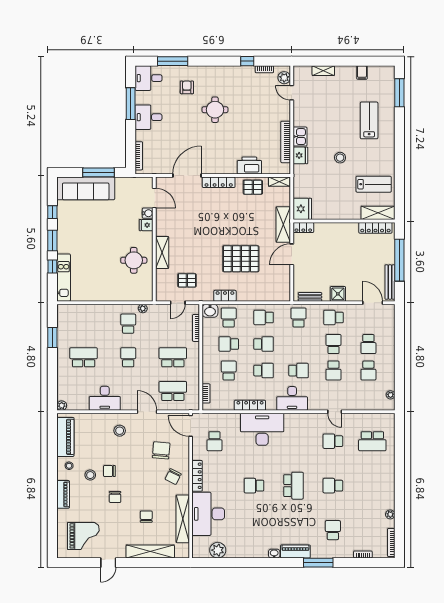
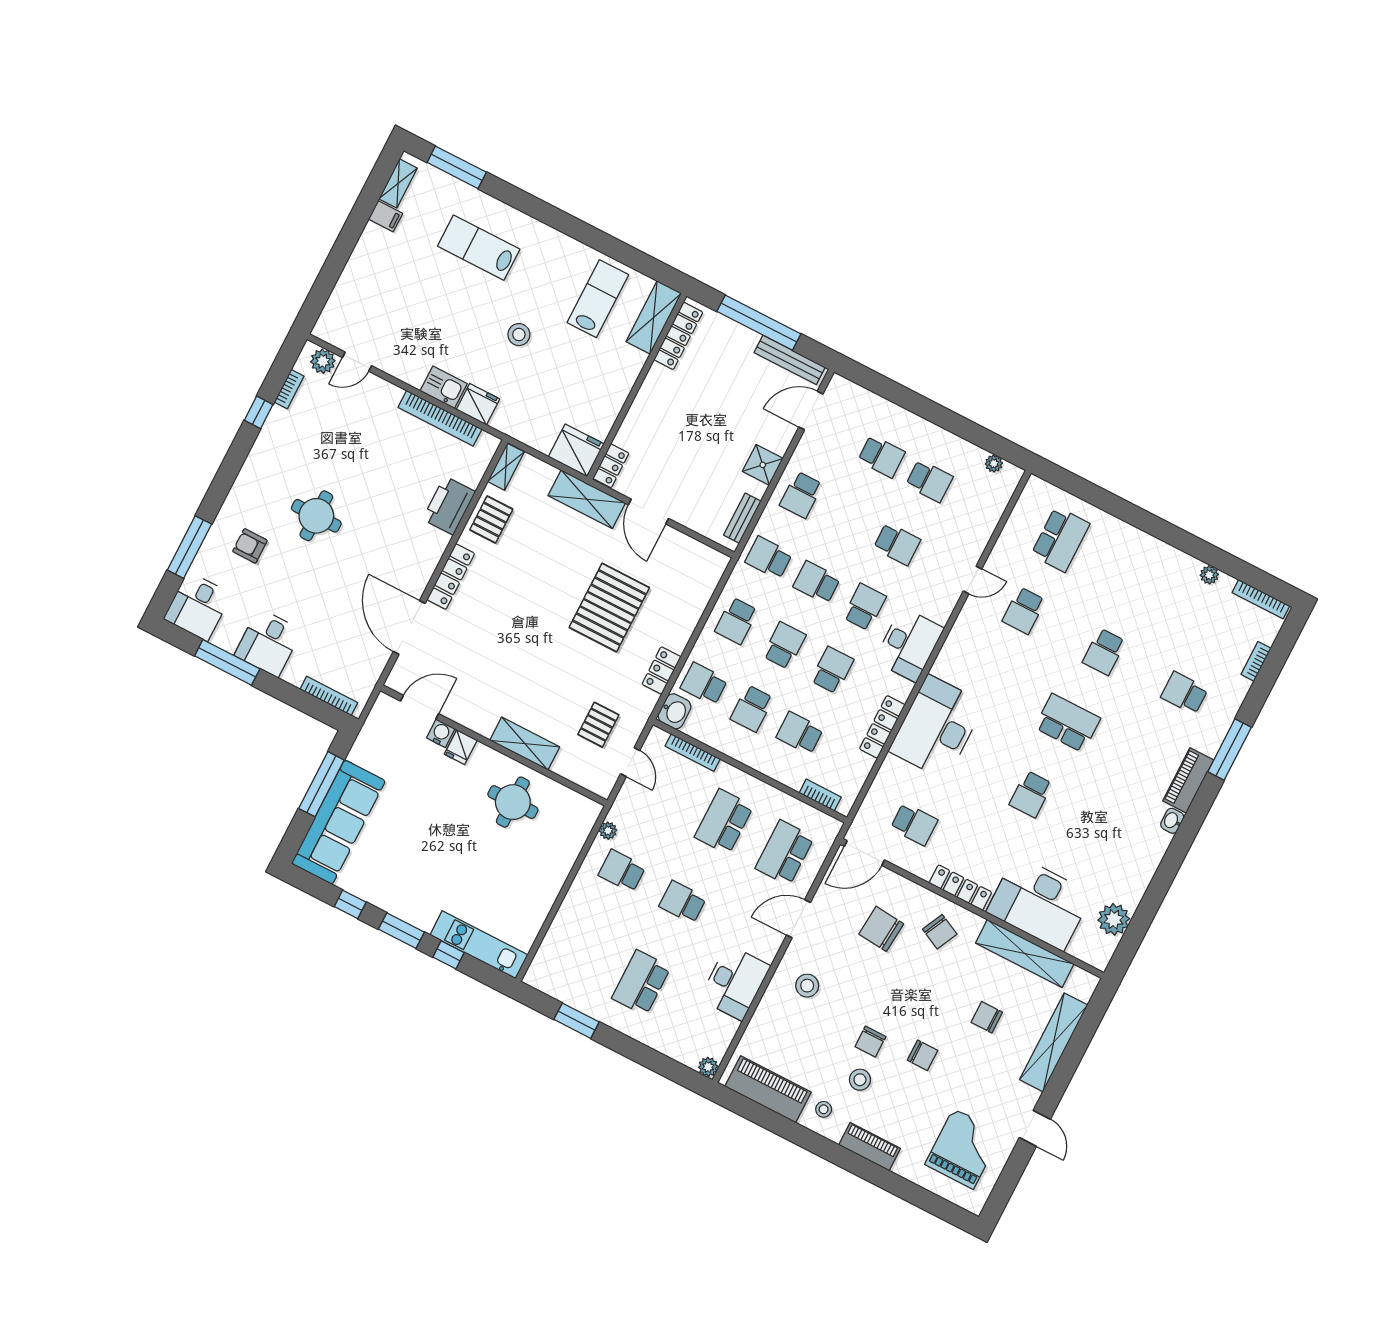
shelving: (323, 71) -> (398, 183), moved
school desk: (333, 344) -> (817, 582), moved

